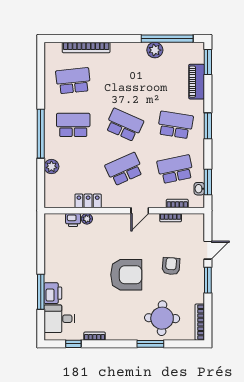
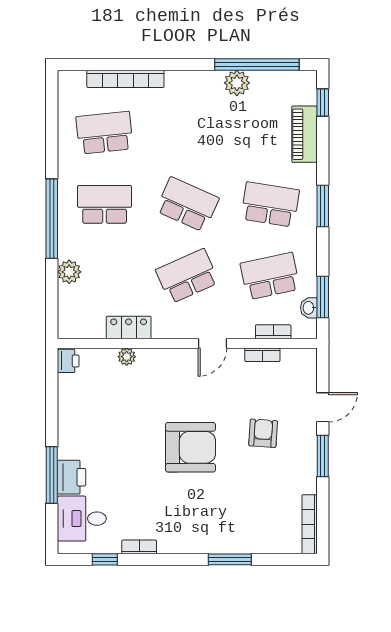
window: (208, 62) -> (323, 102), width x0.67
printer: (73, 220) -> (68, 361), moved, turned -90
round table: (162, 318) -> (249, 518), removed

